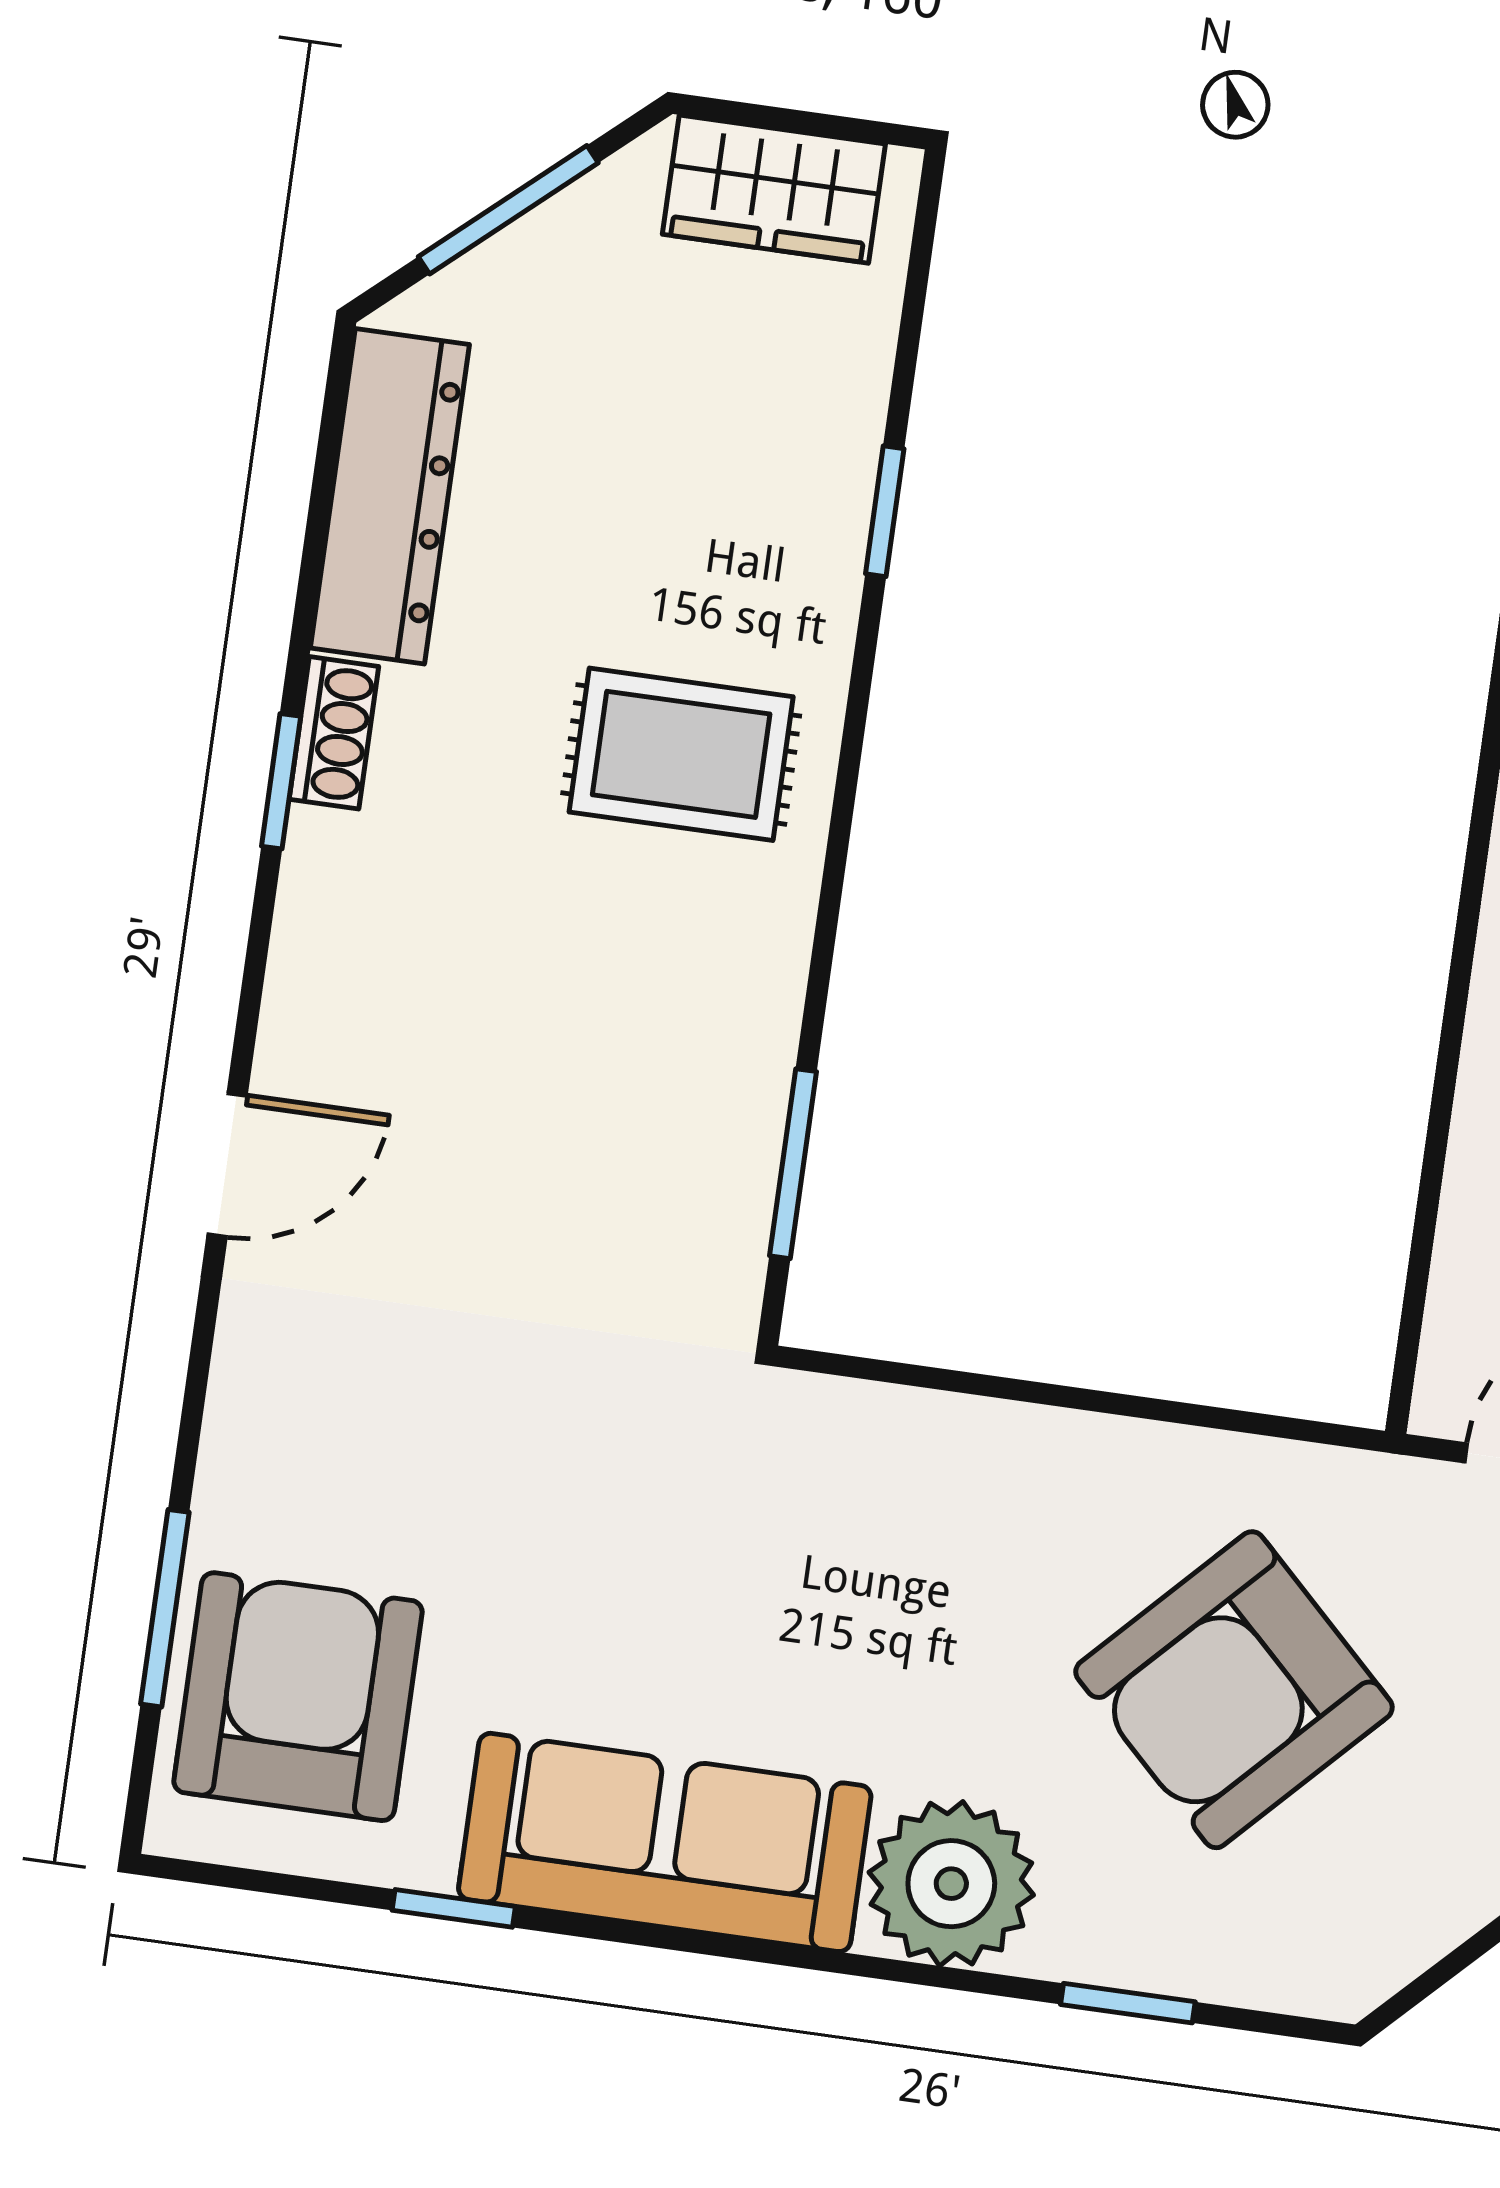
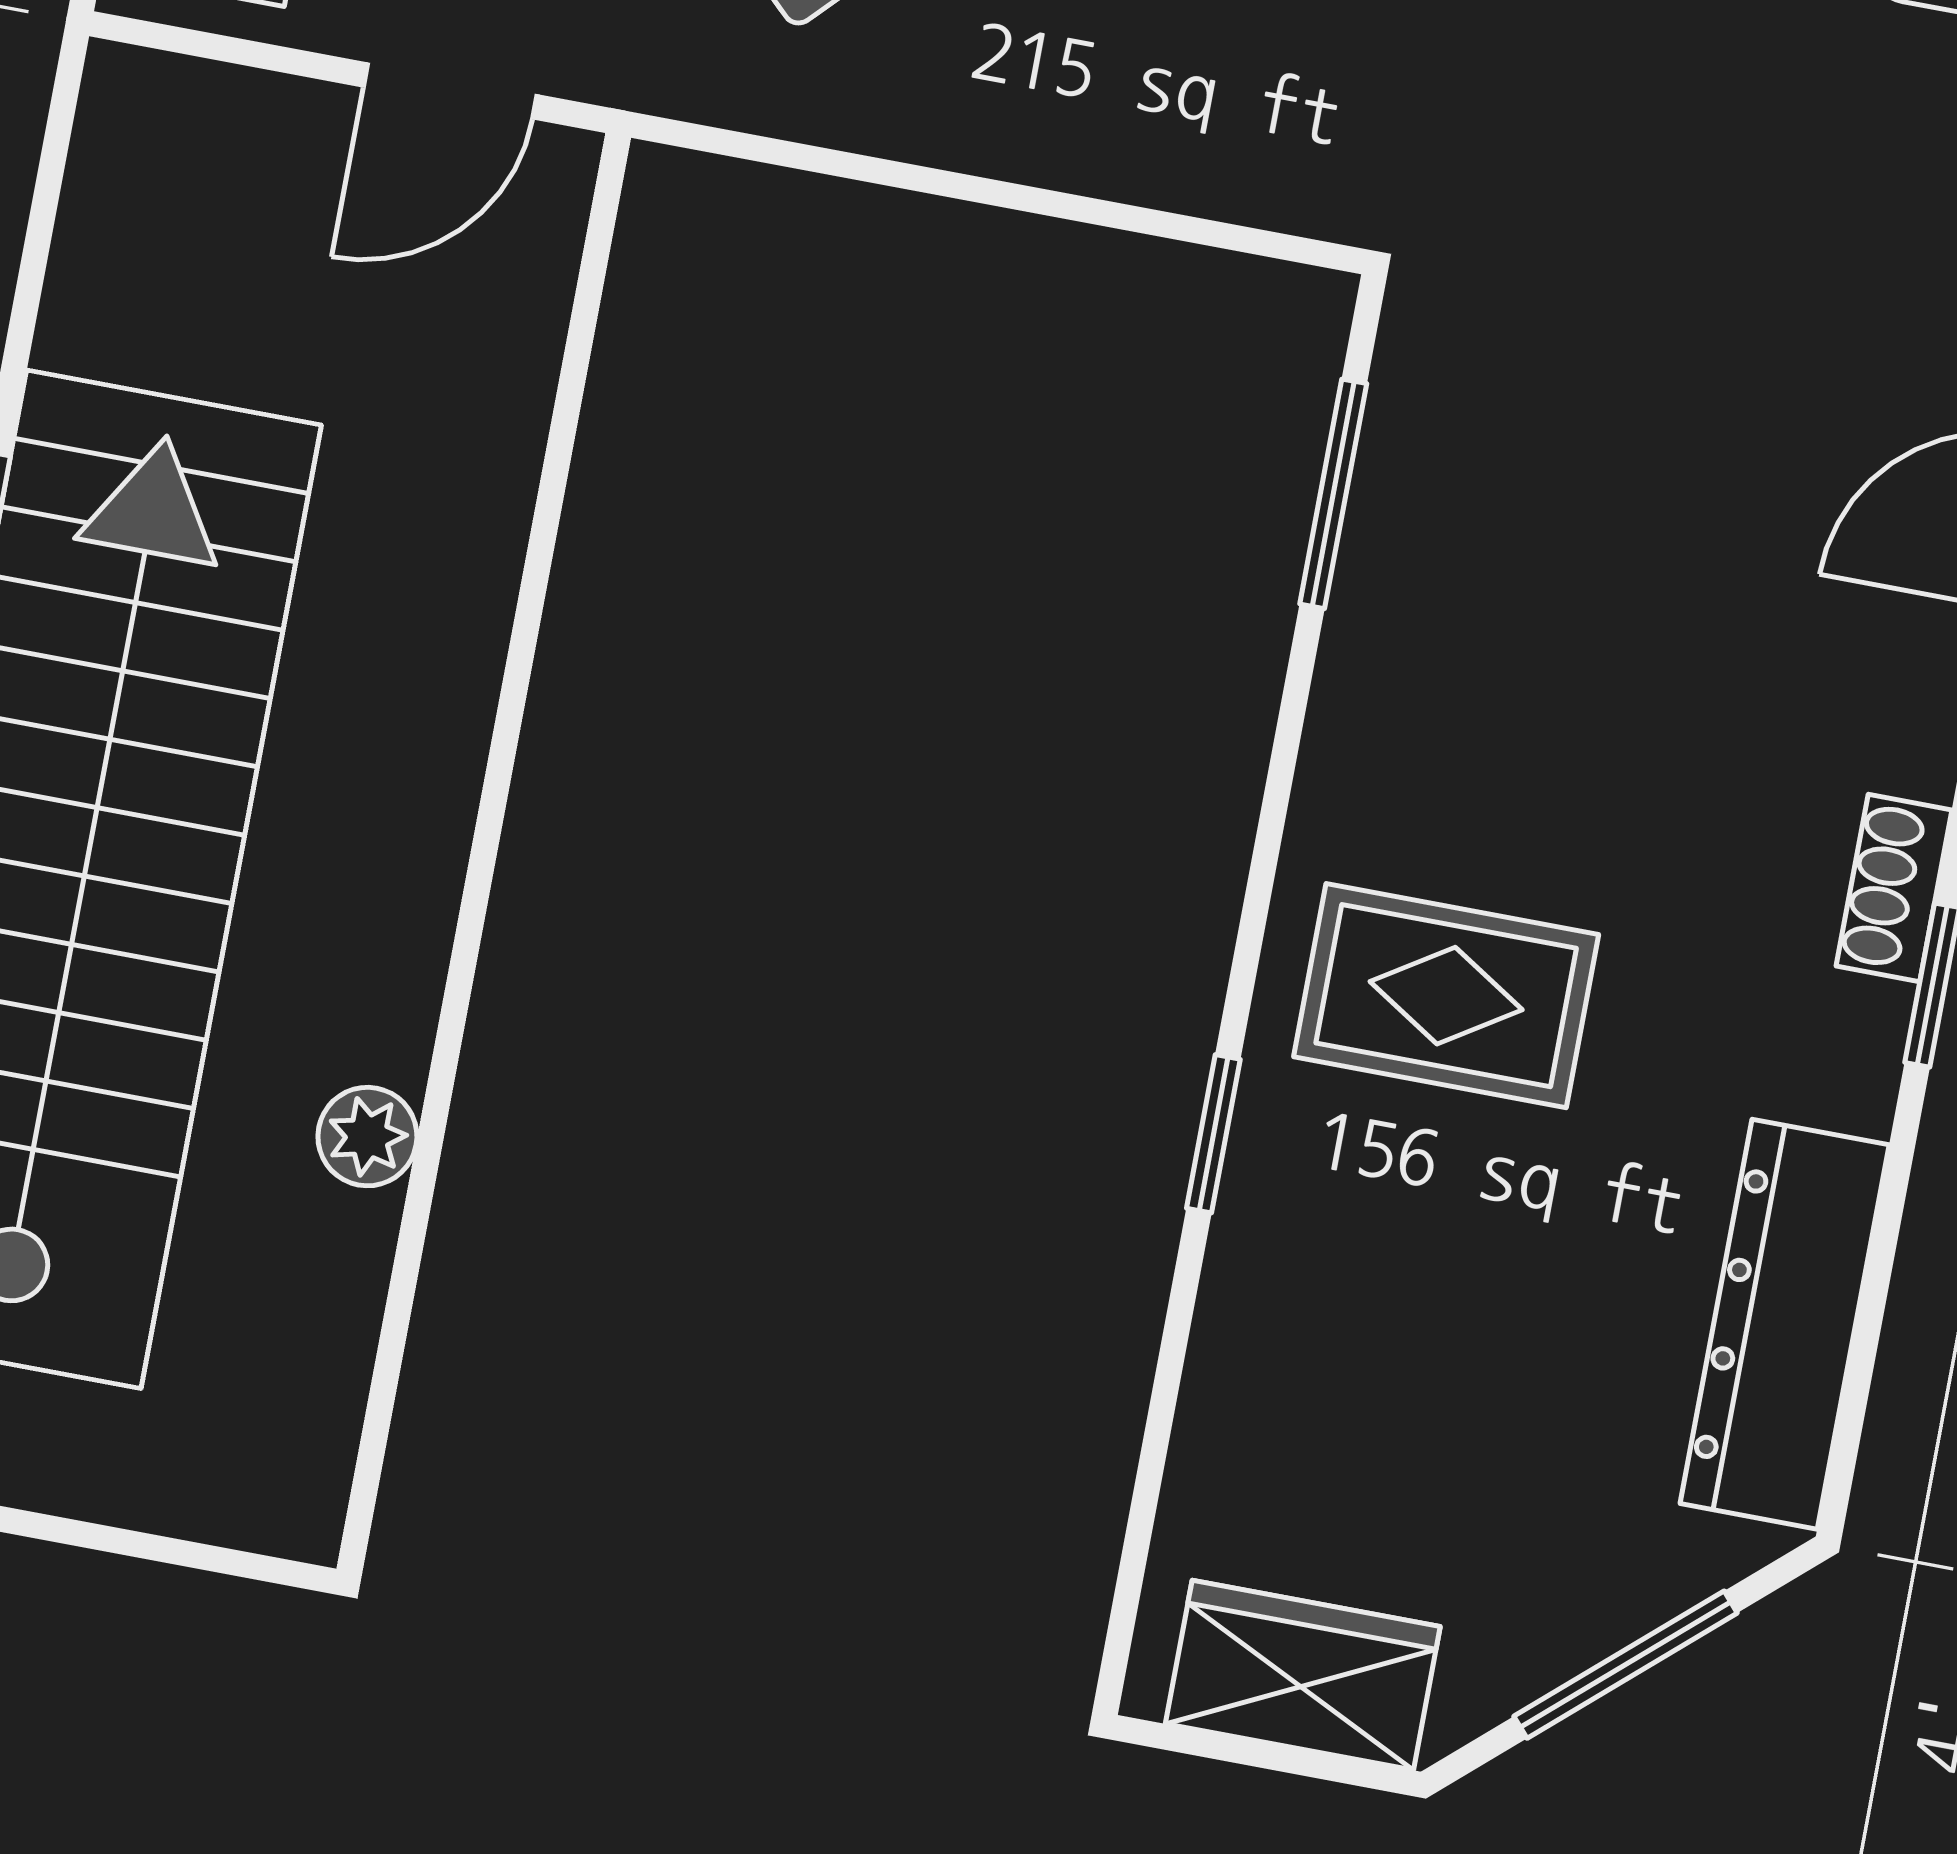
window: (885, 511) -> (1213, 1134), moved
shoe rack: (334, 733) -> (1894, 888), moved

